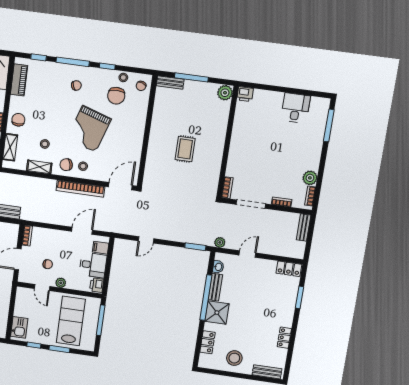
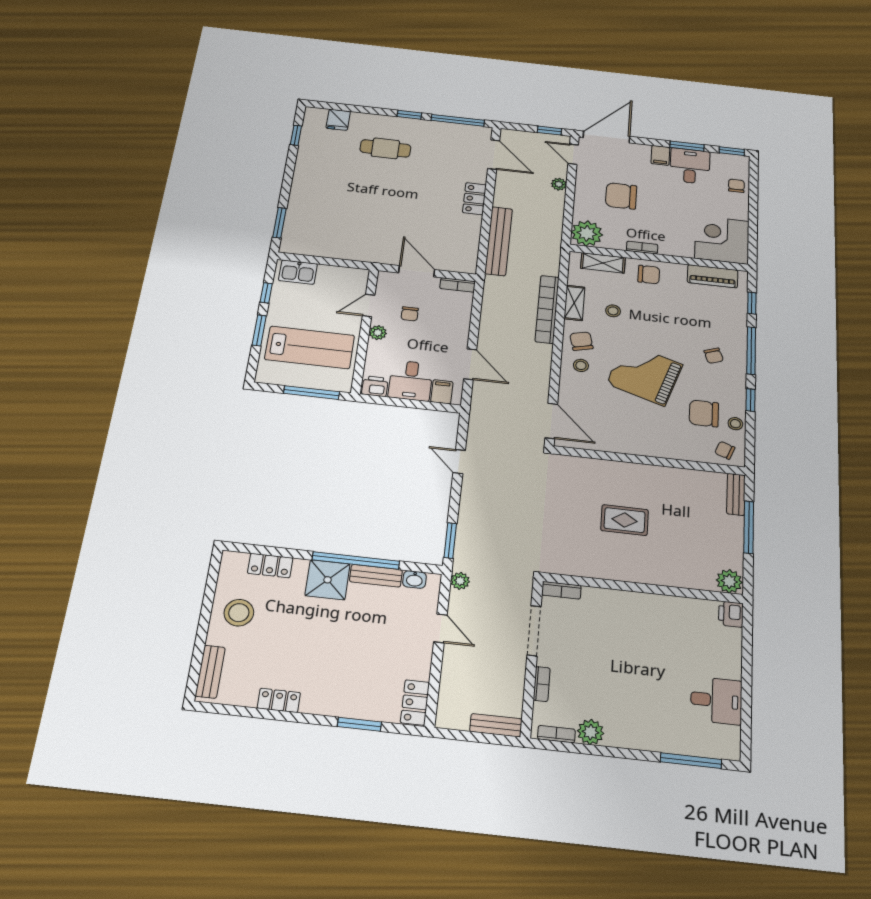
bookcase: (80, 189) -> (547, 309), moved

